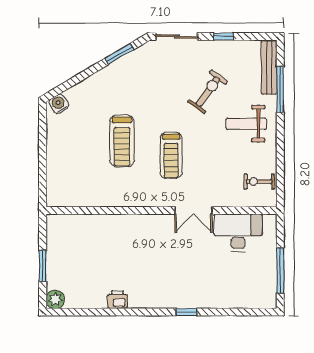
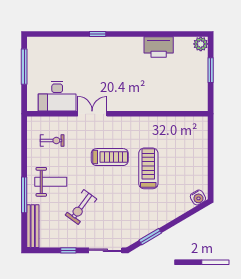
window: (280, 89) -> (24, 195), moved
treadmill: (171, 155) -> (110, 157), turned 90
exercise bike: (259, 182) -> (52, 141), moved
printer: (117, 300) -> (159, 47), width x1.87, depth x1.48

